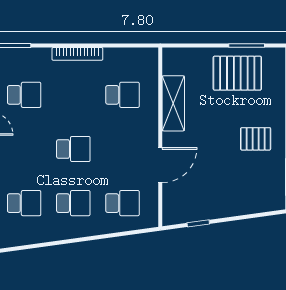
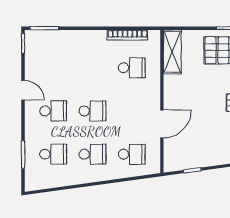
bookcase: (77, 54) -> (127, 35), moved
school desk: (24, 95) -> (53, 111), moved
shelving: (173, 103) -> (172, 52), moved

